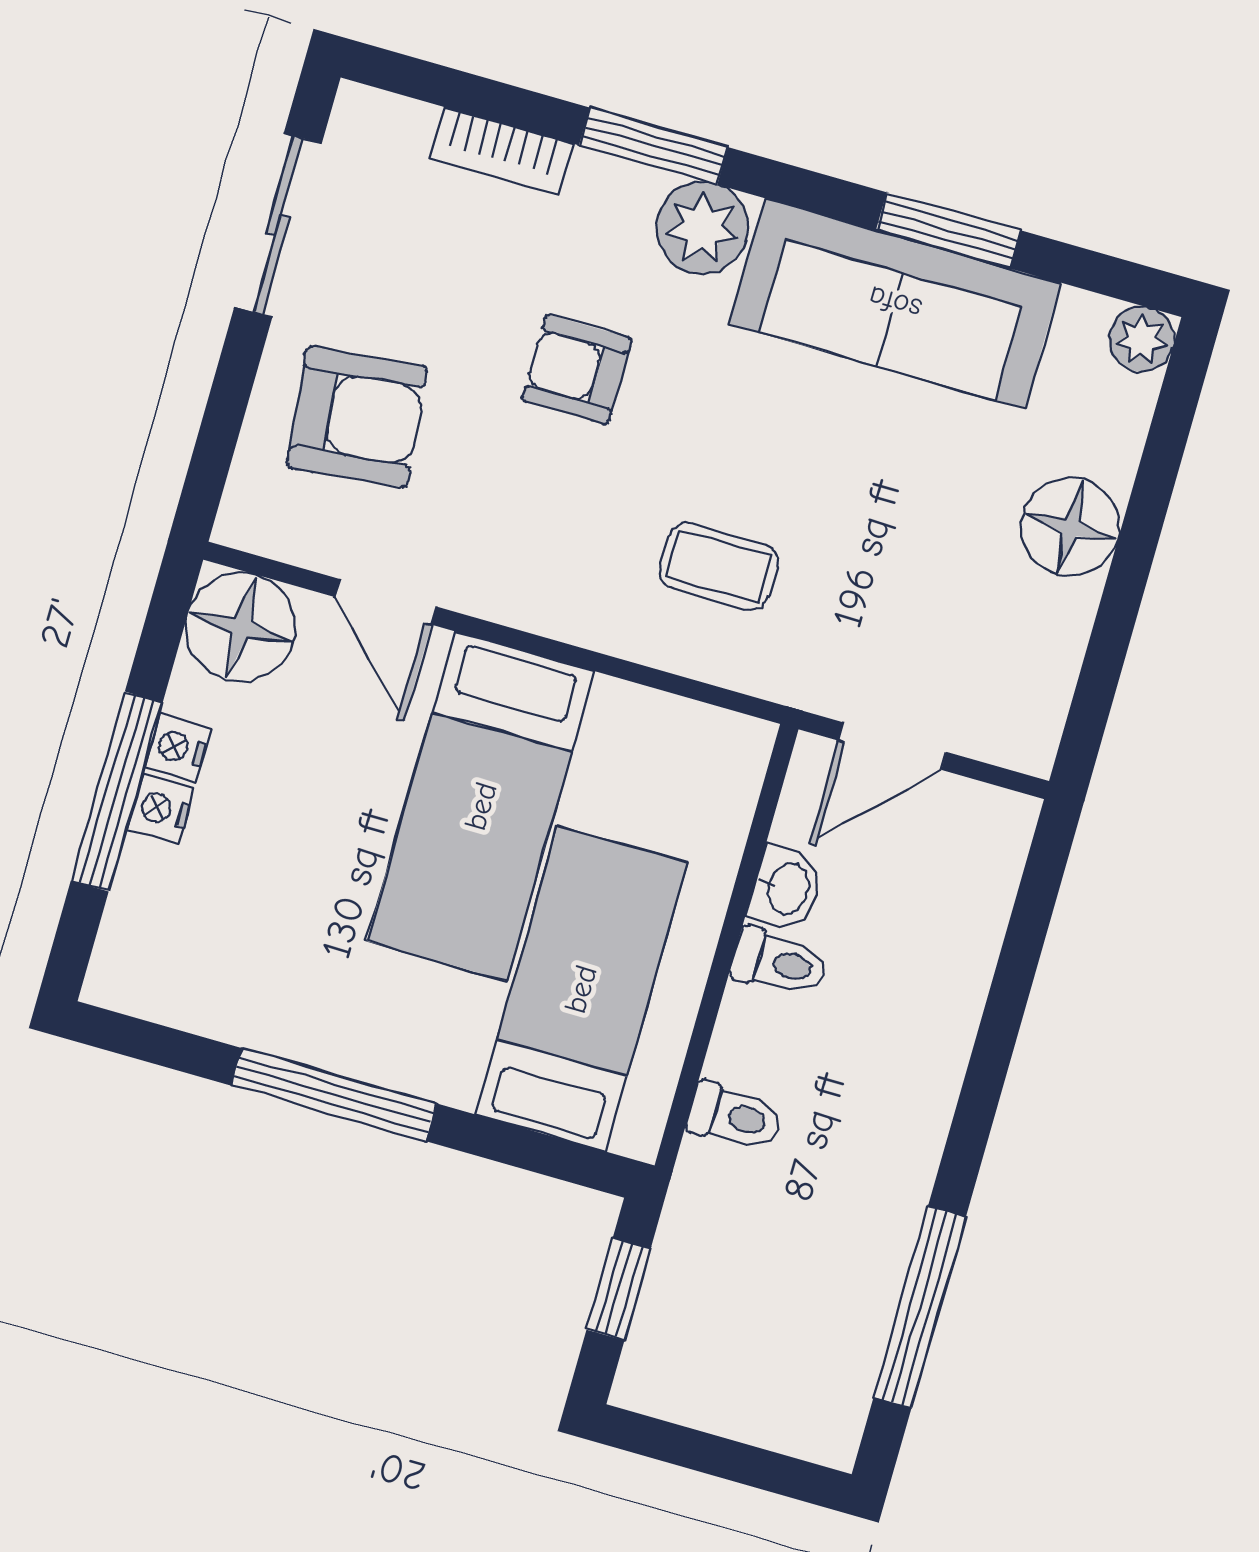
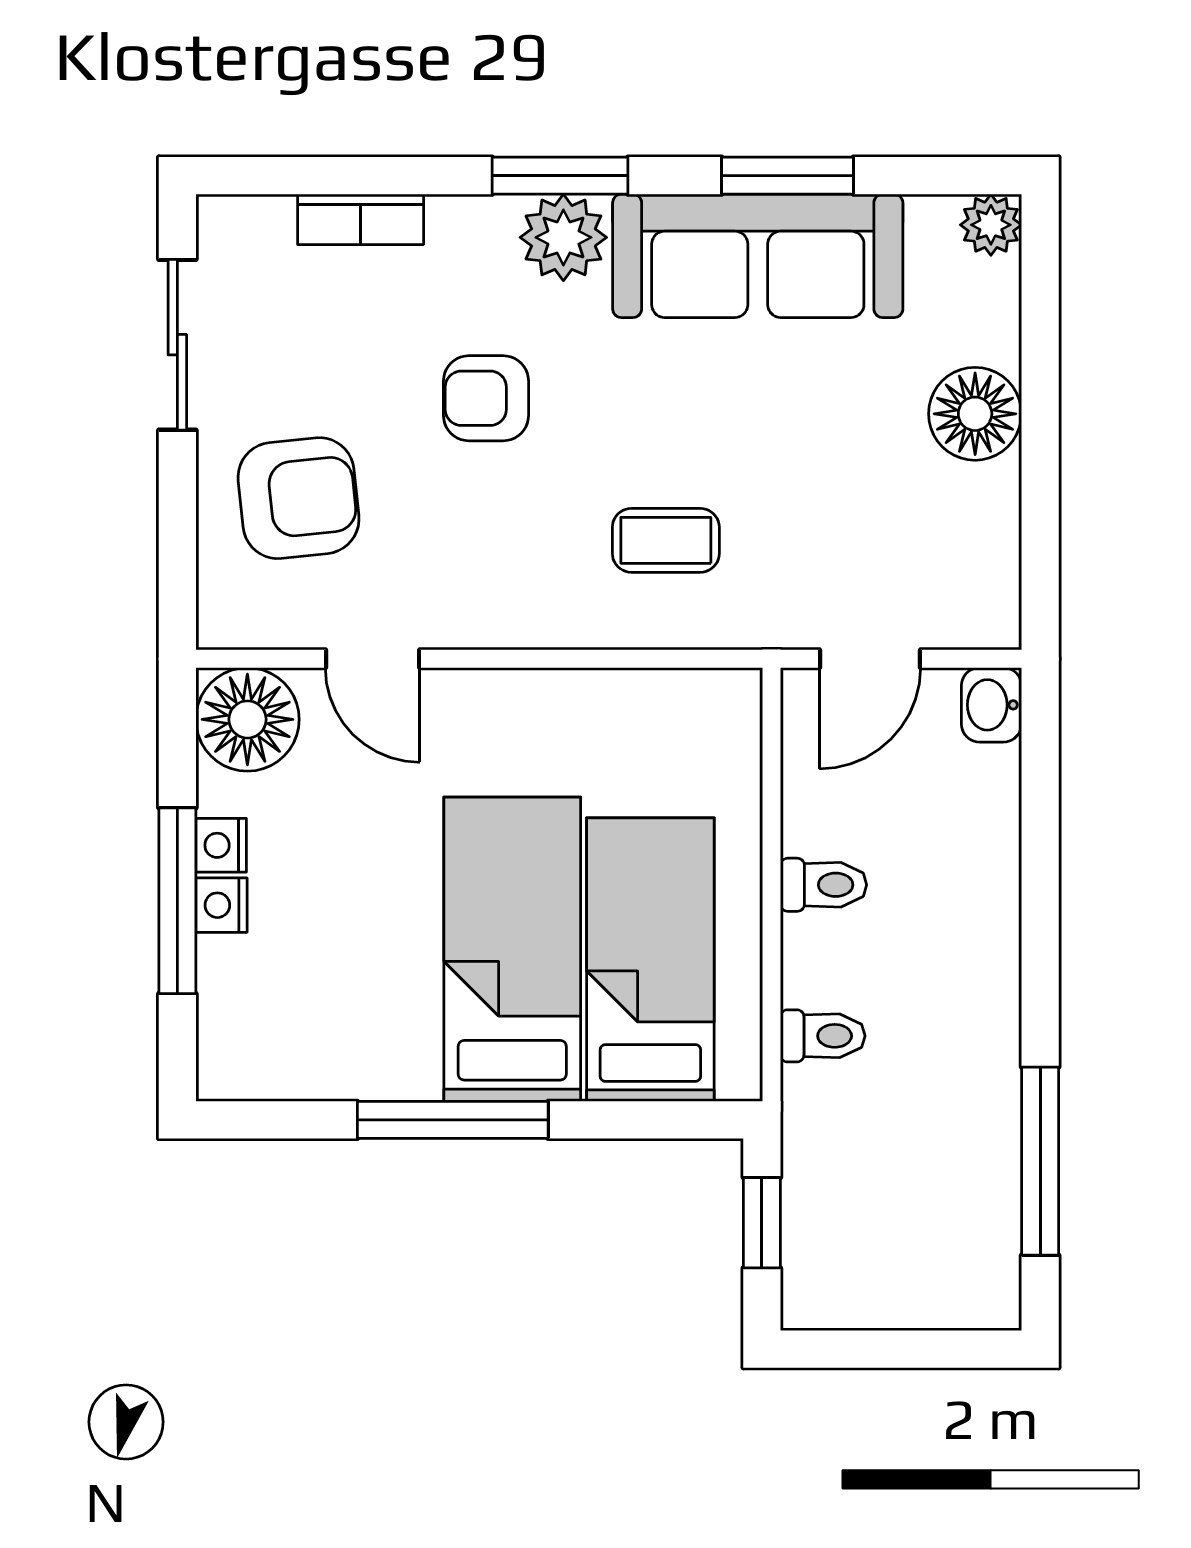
window: (654, 146) -> (560, 176), moved
bed: (481, 806) -> (512, 949), moved, turned 180
washbasin: (786, 888) -> (991, 705), moved, turned 180

